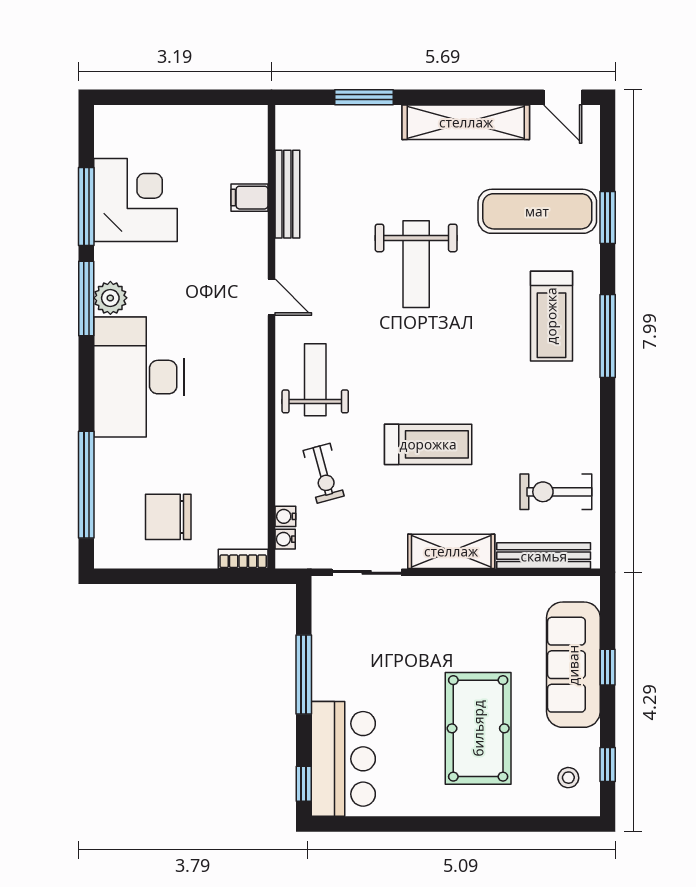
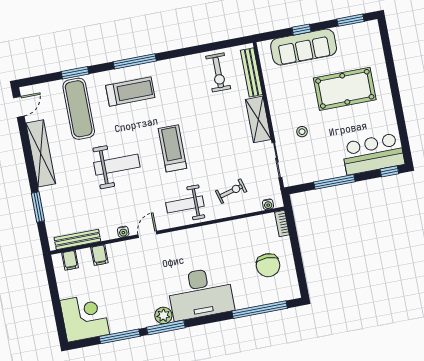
filing cabinet: (250, 139) -> (70, 260), added
bench: (287, 194) -> (77, 239), moved
corner desk: (135, 200) -> (85, 317), moved, turned 90
treadmill: (428, 444) -> (172, 148), moved
water cooler: (285, 516) -> (123, 232), moved
window: (608, 764) -> (350, 20), width x1.50
stool: (568, 778) -> (302, 132), moved

